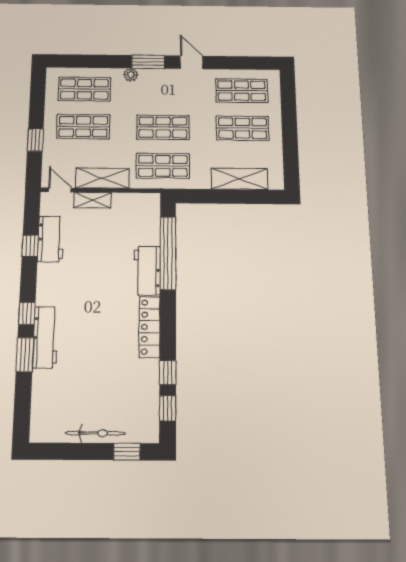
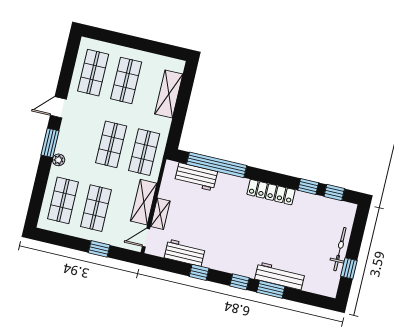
window: (30, 246) -> (199, 272), moved
workbench: (147, 271) -> (196, 177), moved
workbench: (45, 337) -> (280, 276), moved
window: (127, 452) -> (349, 268), moved

